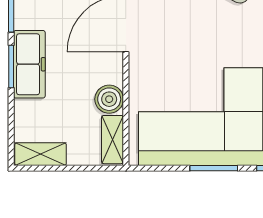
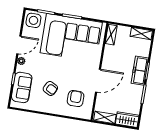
boiler: (109, 99) -> (110, 51), removed

